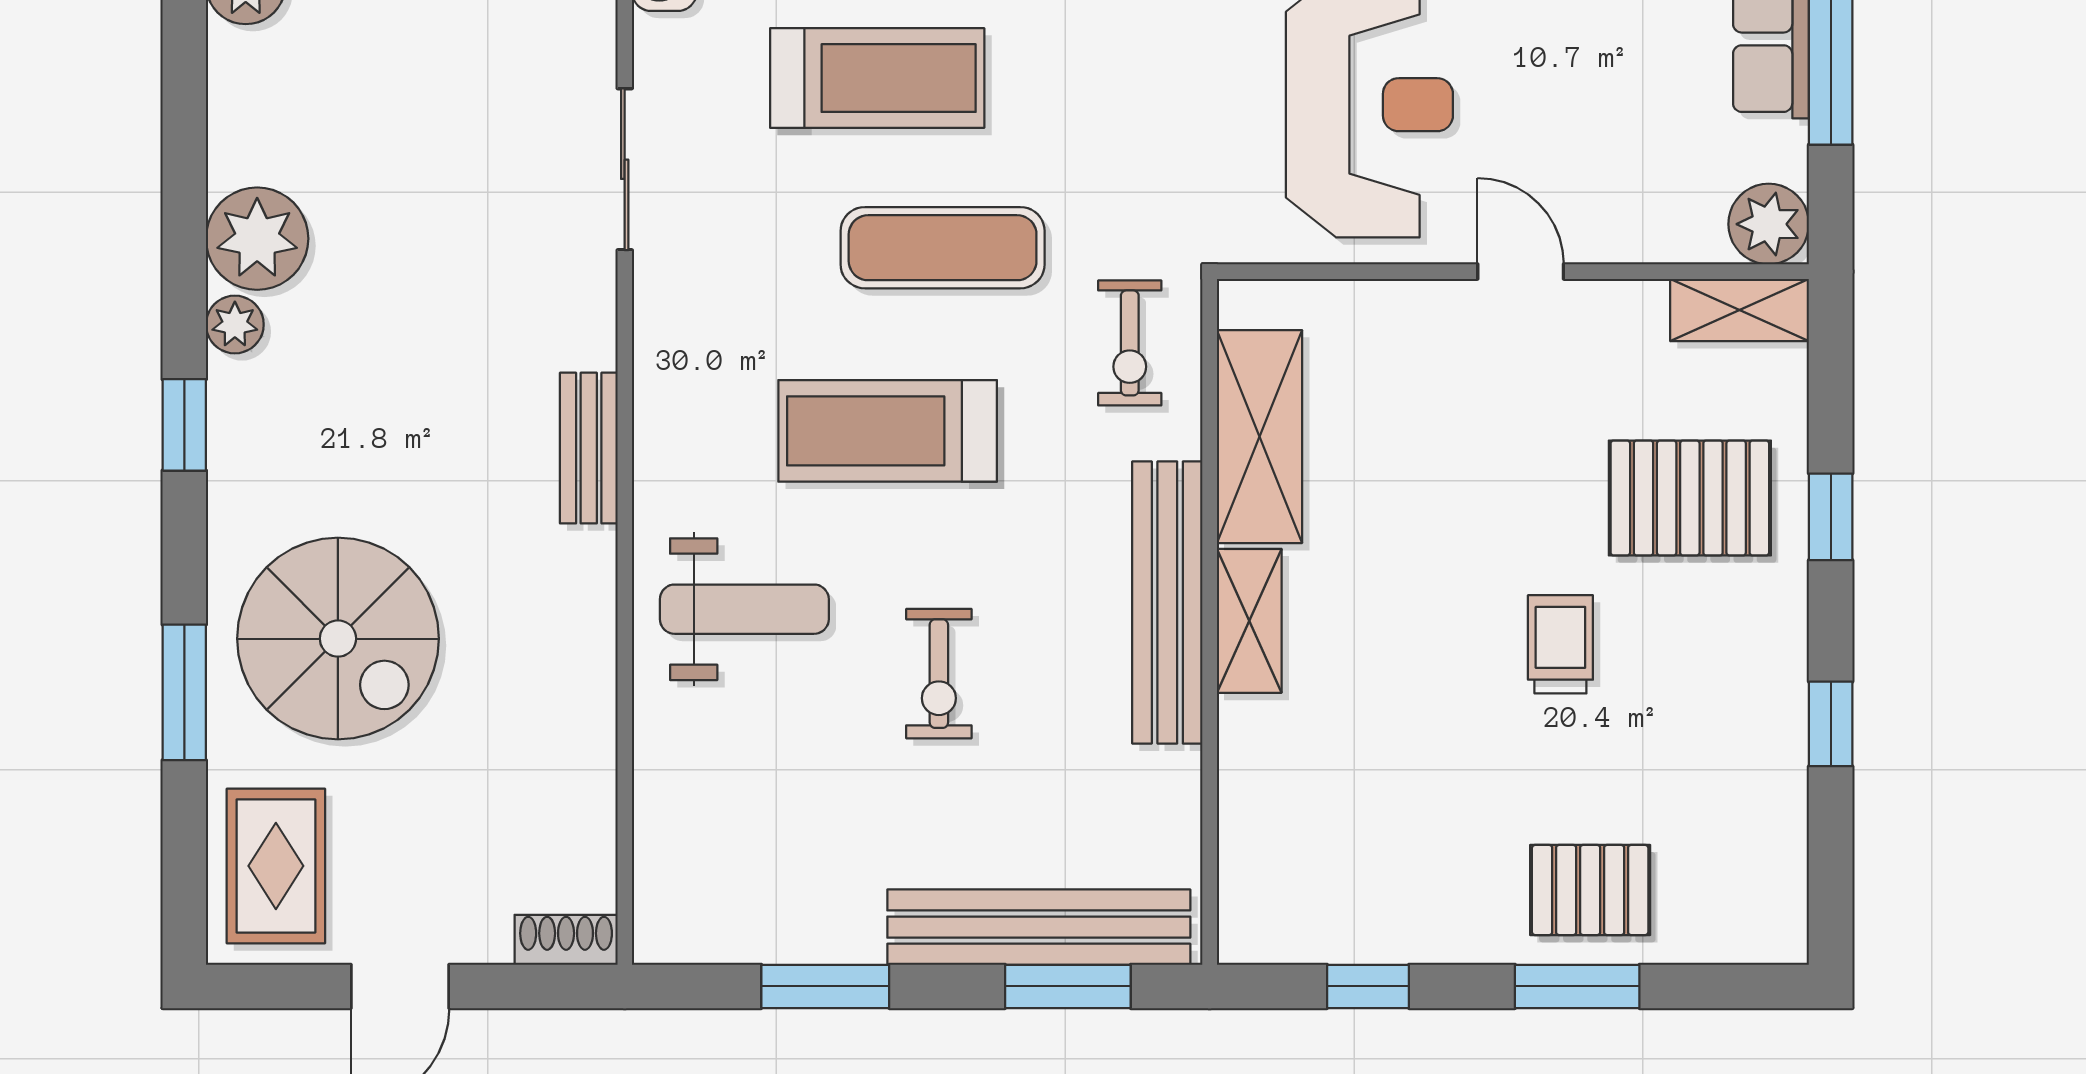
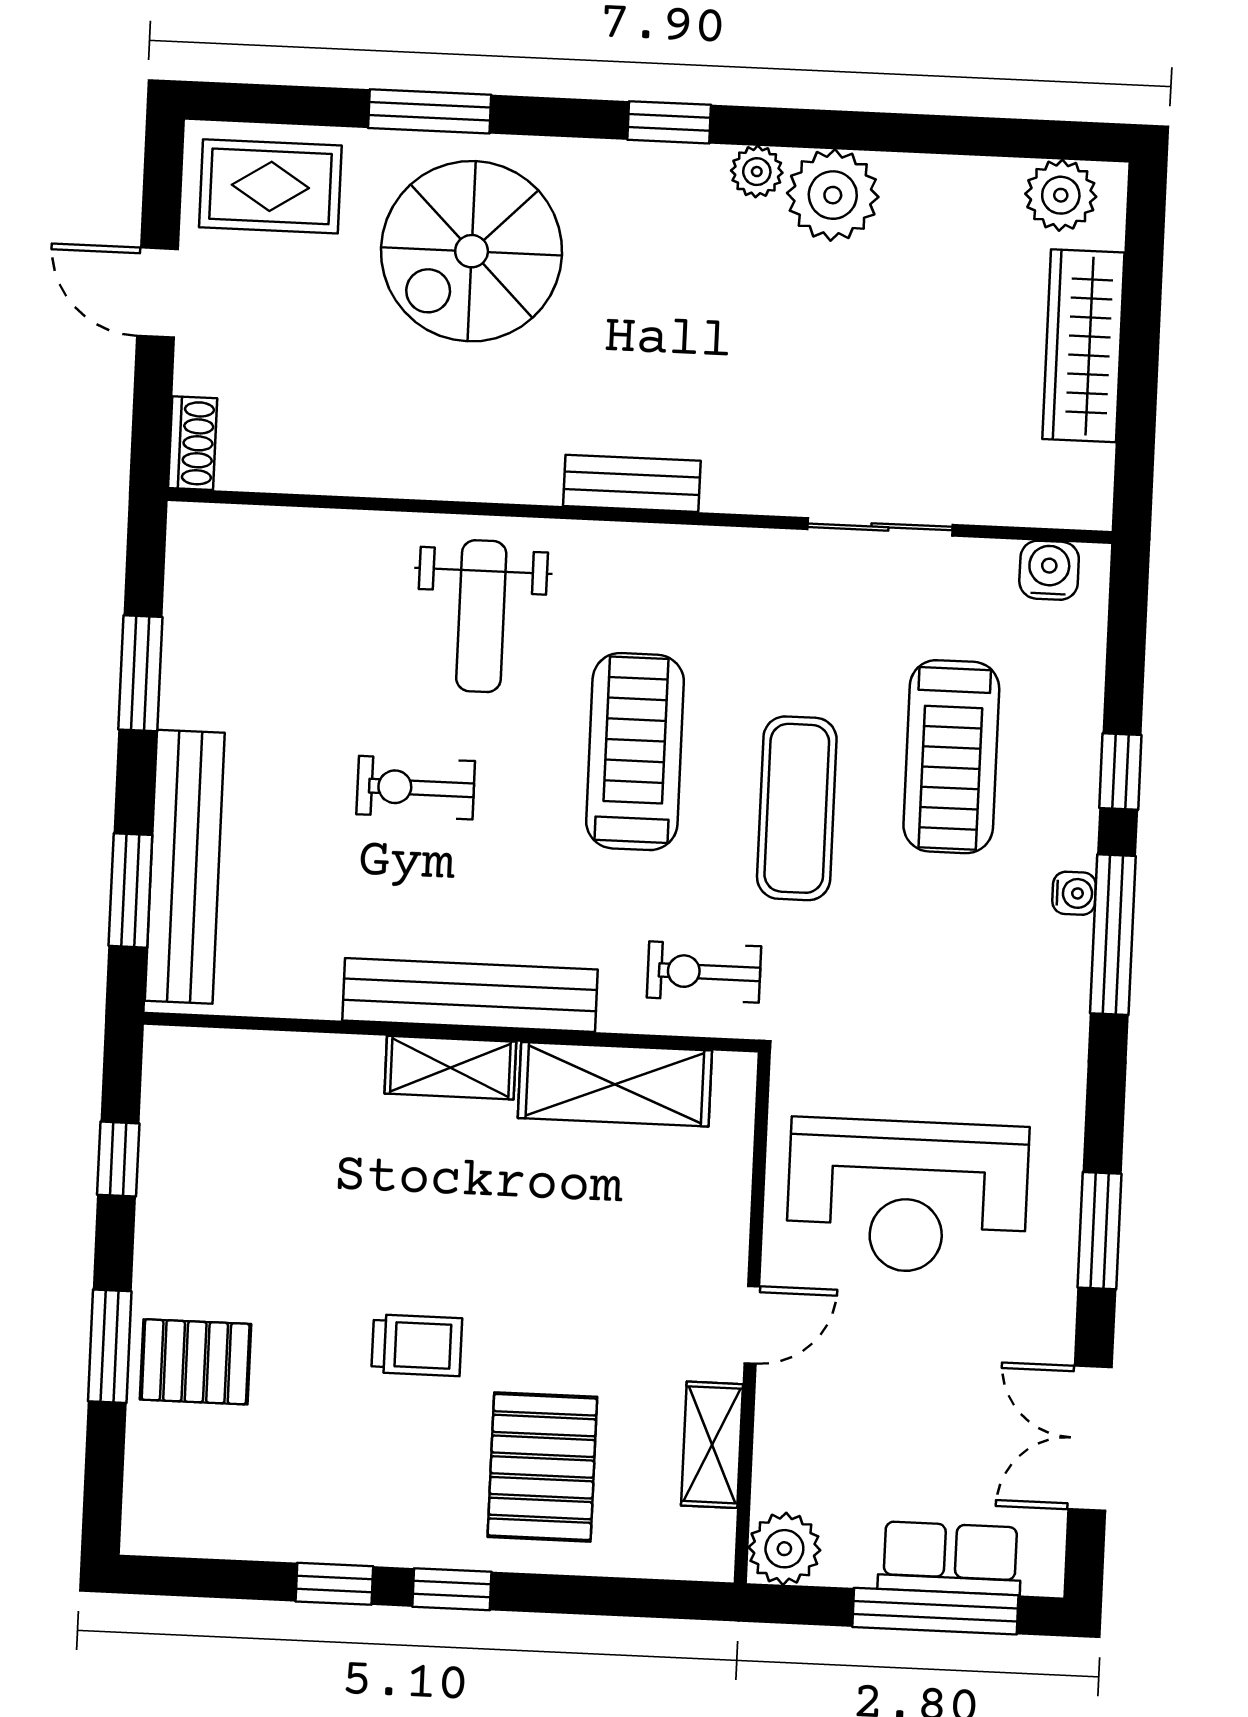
shelving: (1740, 310) -> (712, 1445), moved
window: (1831, 517) -> (452, 1589), moved
pallet: (1590, 890) -> (196, 1362), turned 90

